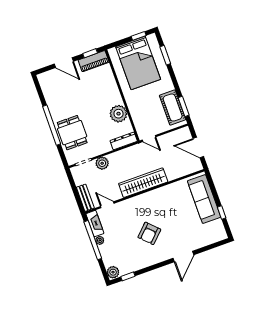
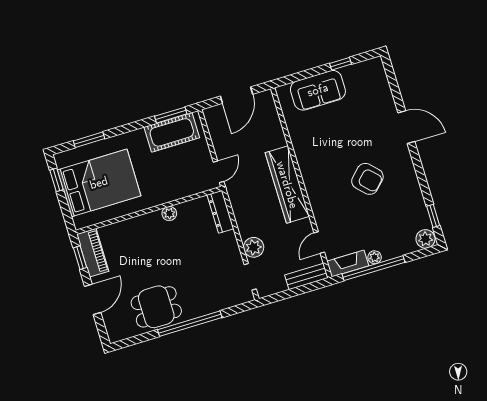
plant: (118, 114) -> (169, 214), width x0.53, depth x0.53
dining table: (72, 133) -> (156, 307), moved
sofa: (204, 199) -> (318, 90), width x0.73

